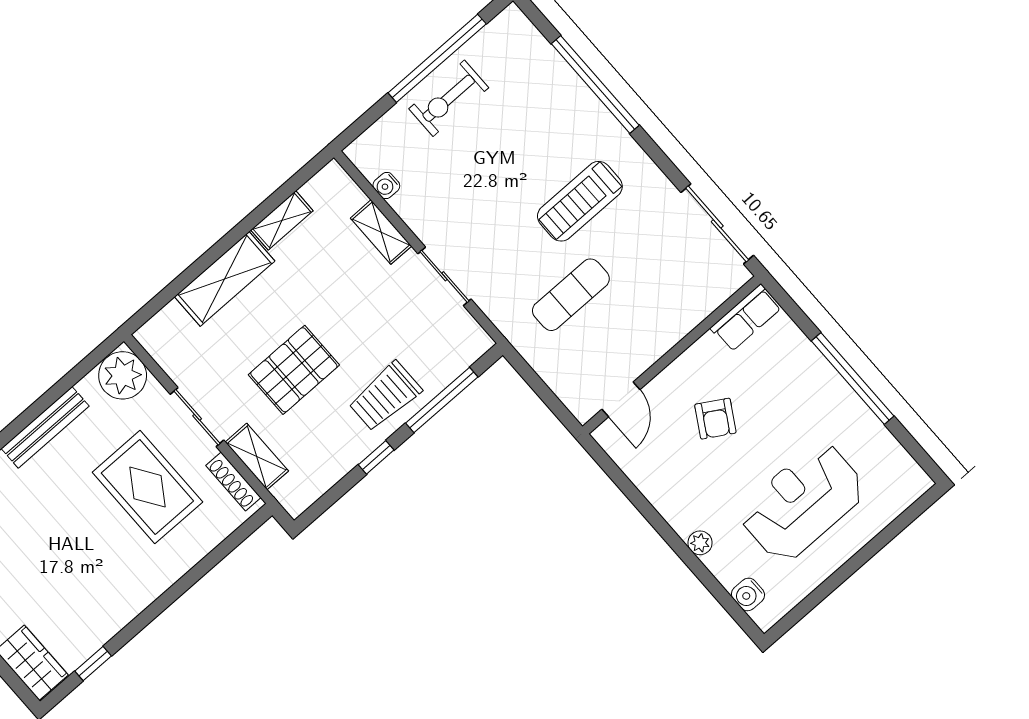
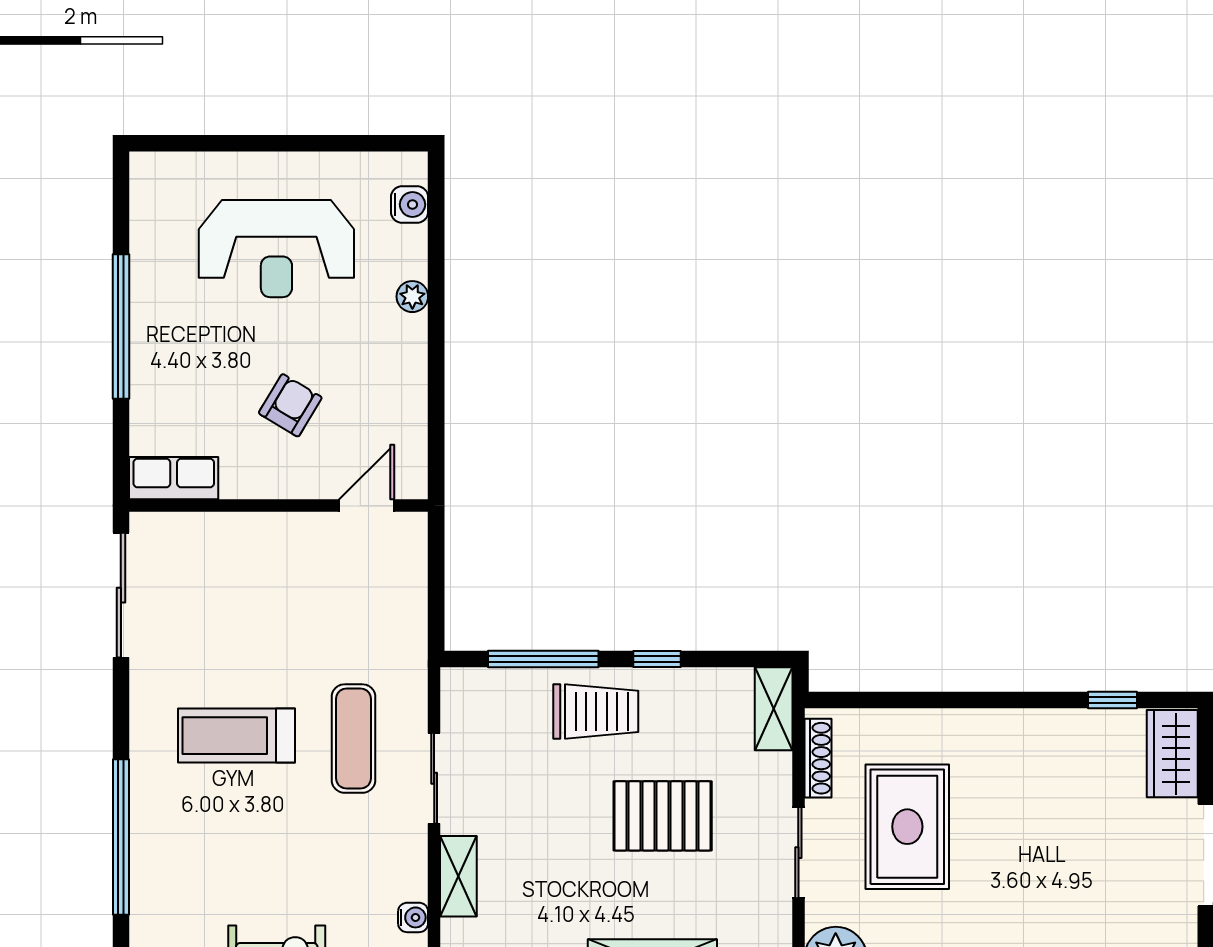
treadmill: (580, 201) -> (236, 736), turned 180
exercise mat: (571, 295) -> (353, 739), moved, turned 90
shelving: (257, 457) -> (774, 709), moved

